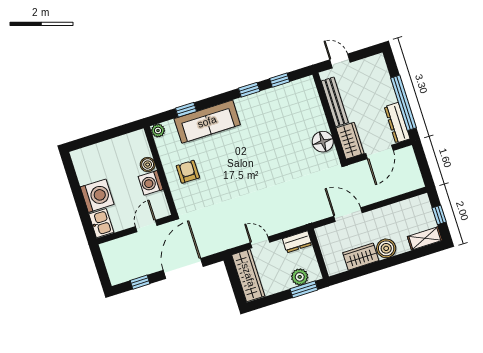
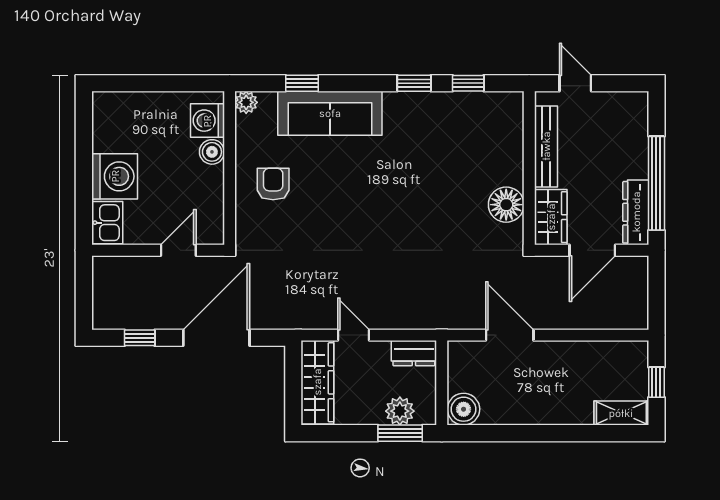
washing machine: (151, 183) -> (207, 121), moved
boiler: (386, 248) -> (464, 409), moved
wardrobe: (361, 257) -> (509, 410), removed

